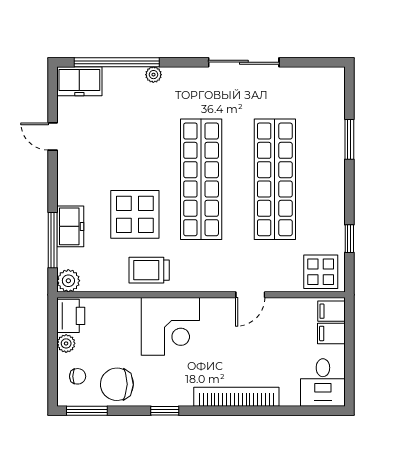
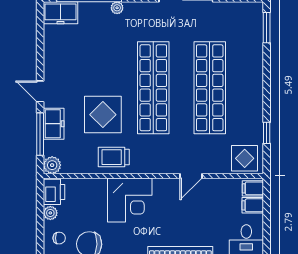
door: (53, 137) -> (40, 91), moved
window: (349, 139) -> (267, 28), moved

